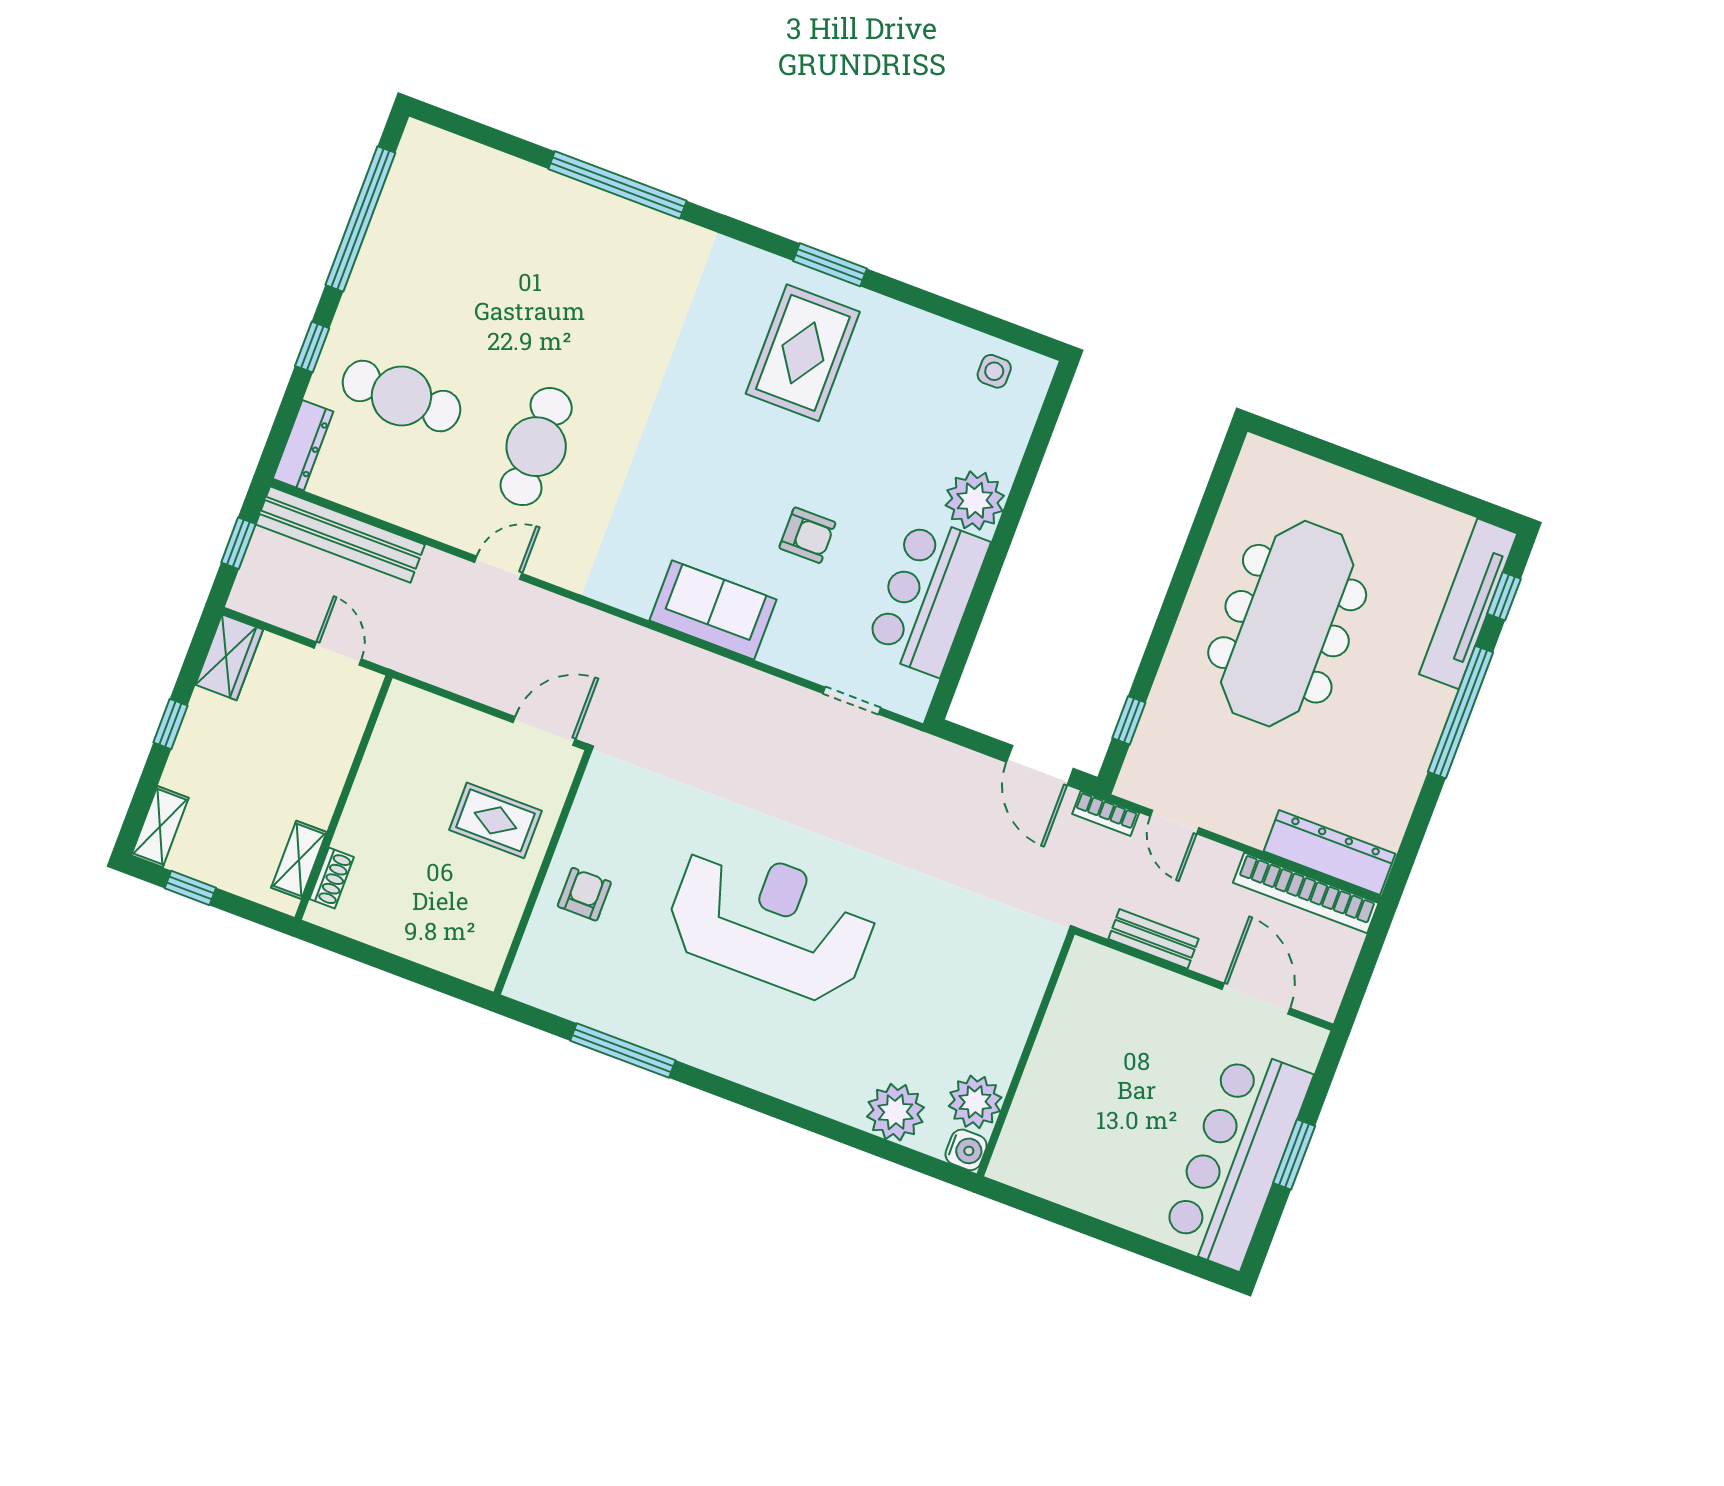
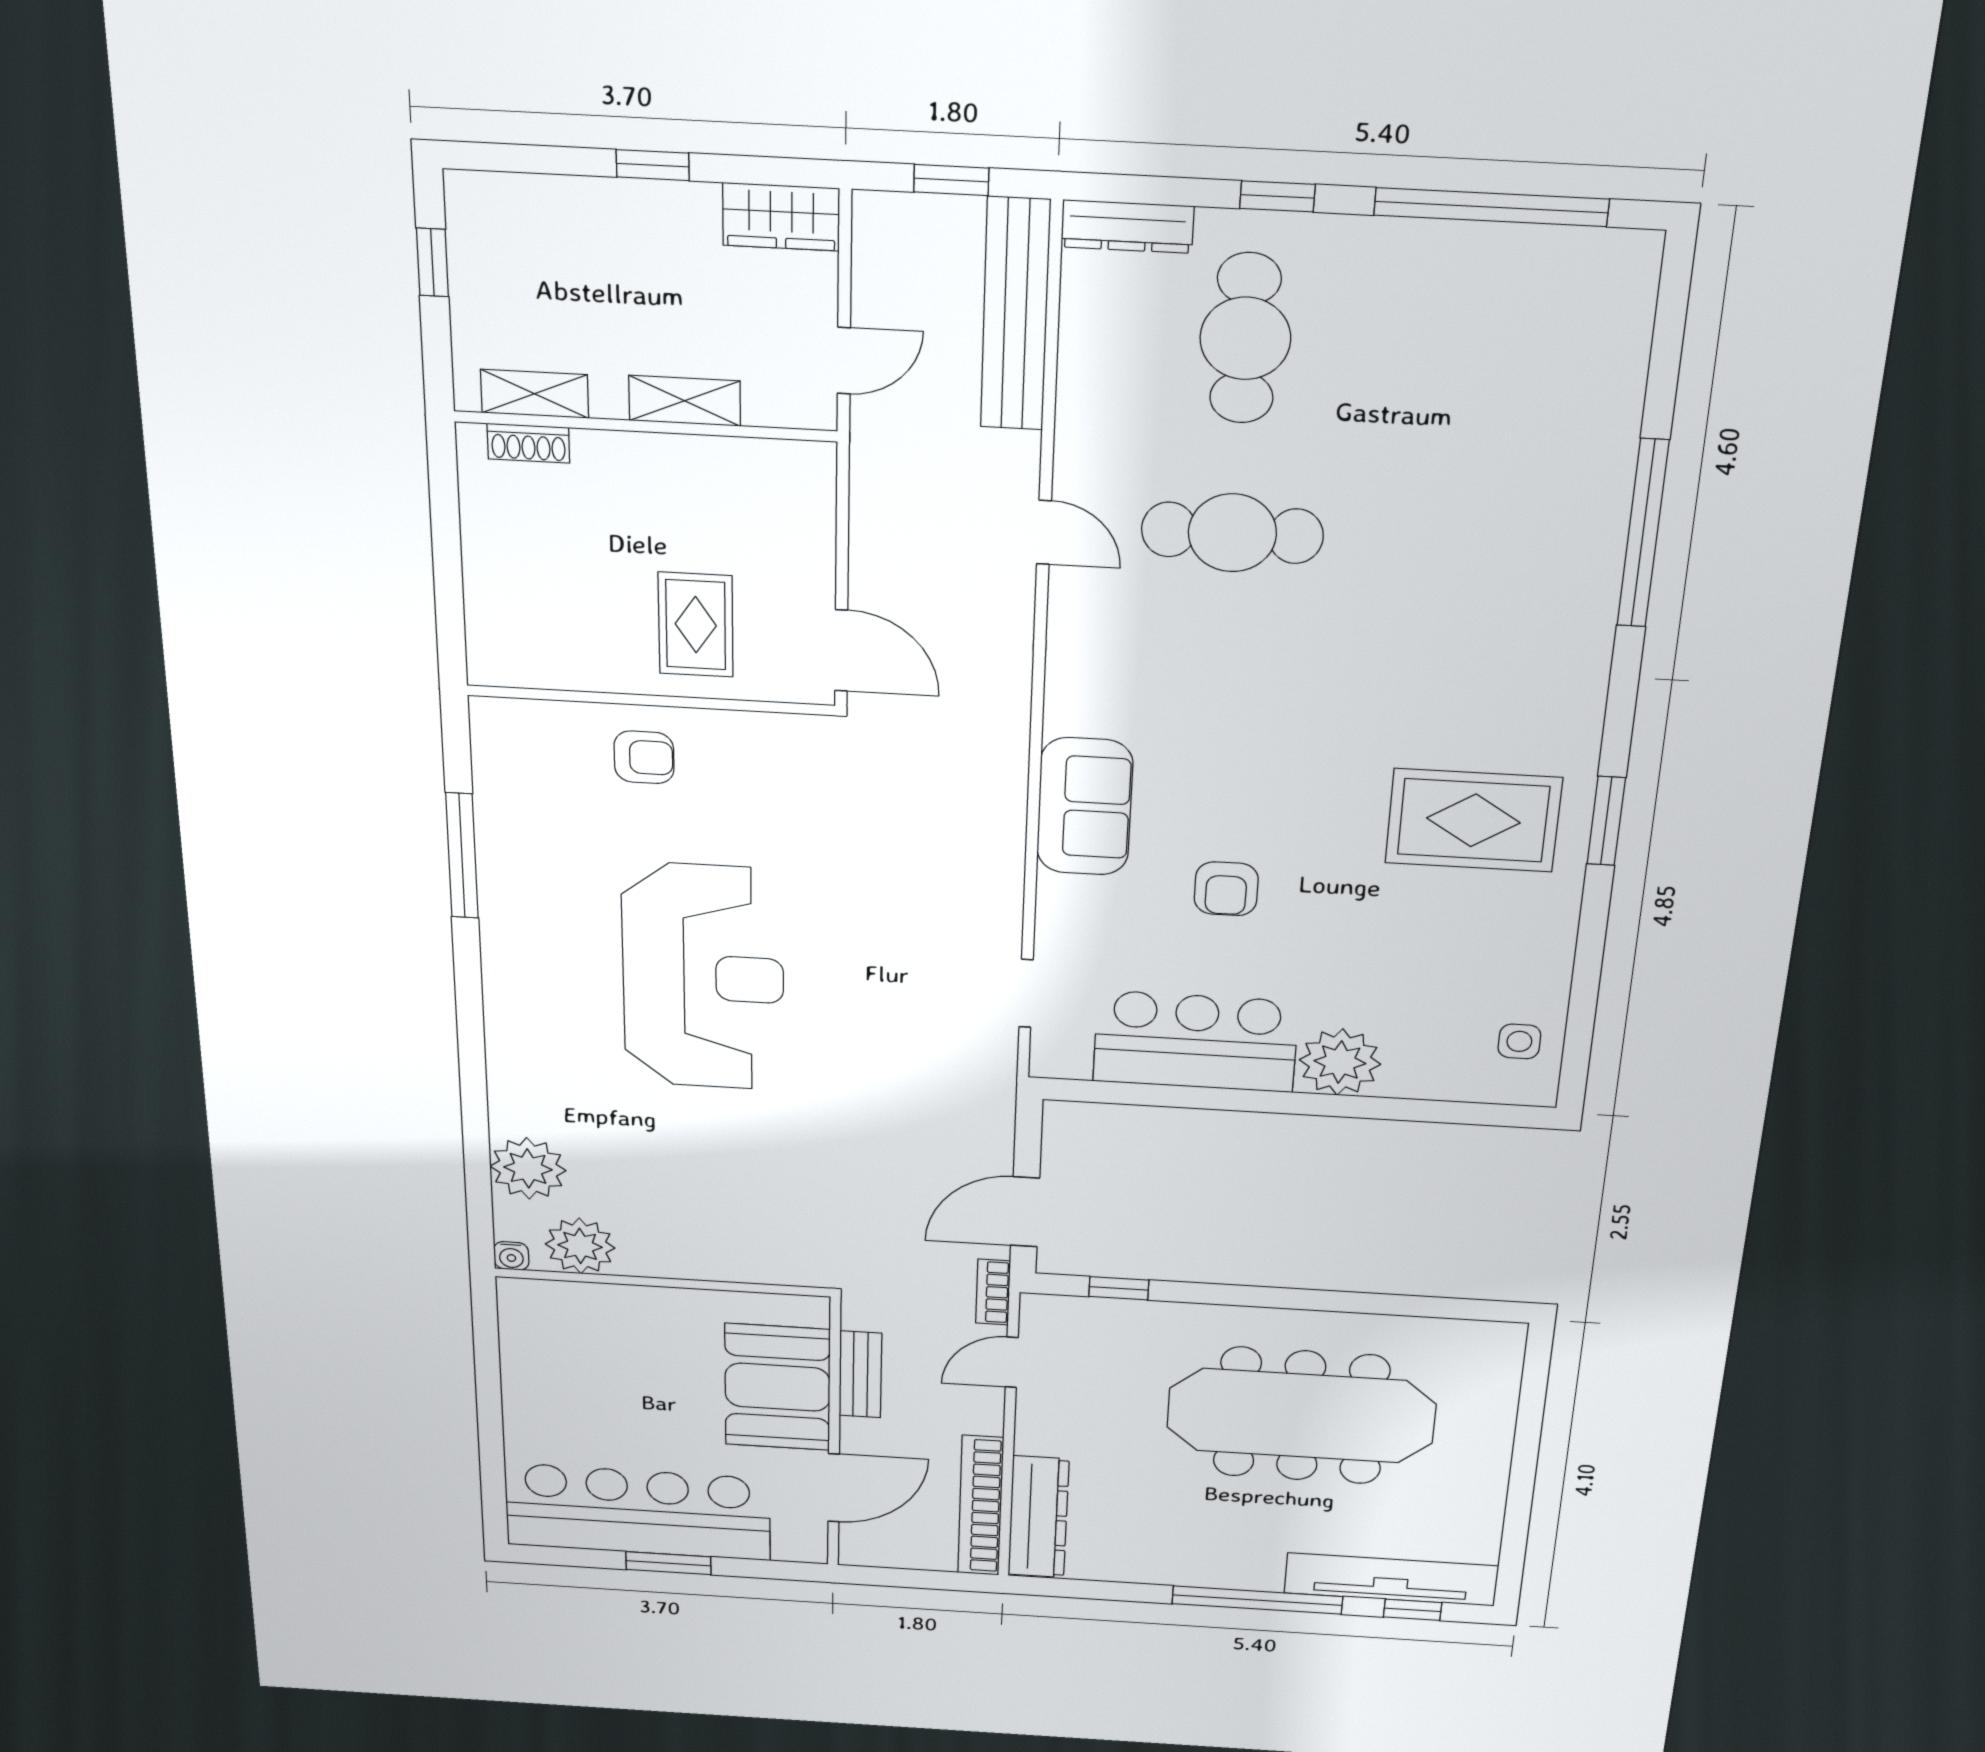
shelving: (160, 827) -> (685, 401), moved
booth: (1147, 1005) -> (777, 1387), added
water cooler: (966, 1150) -> (511, 1256), width x0.72, depth x0.72

